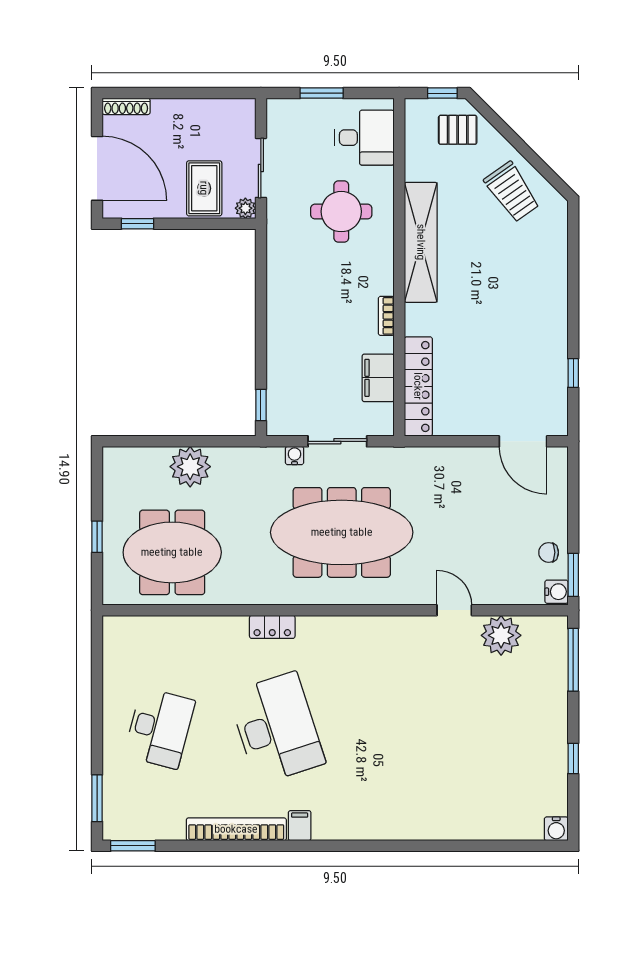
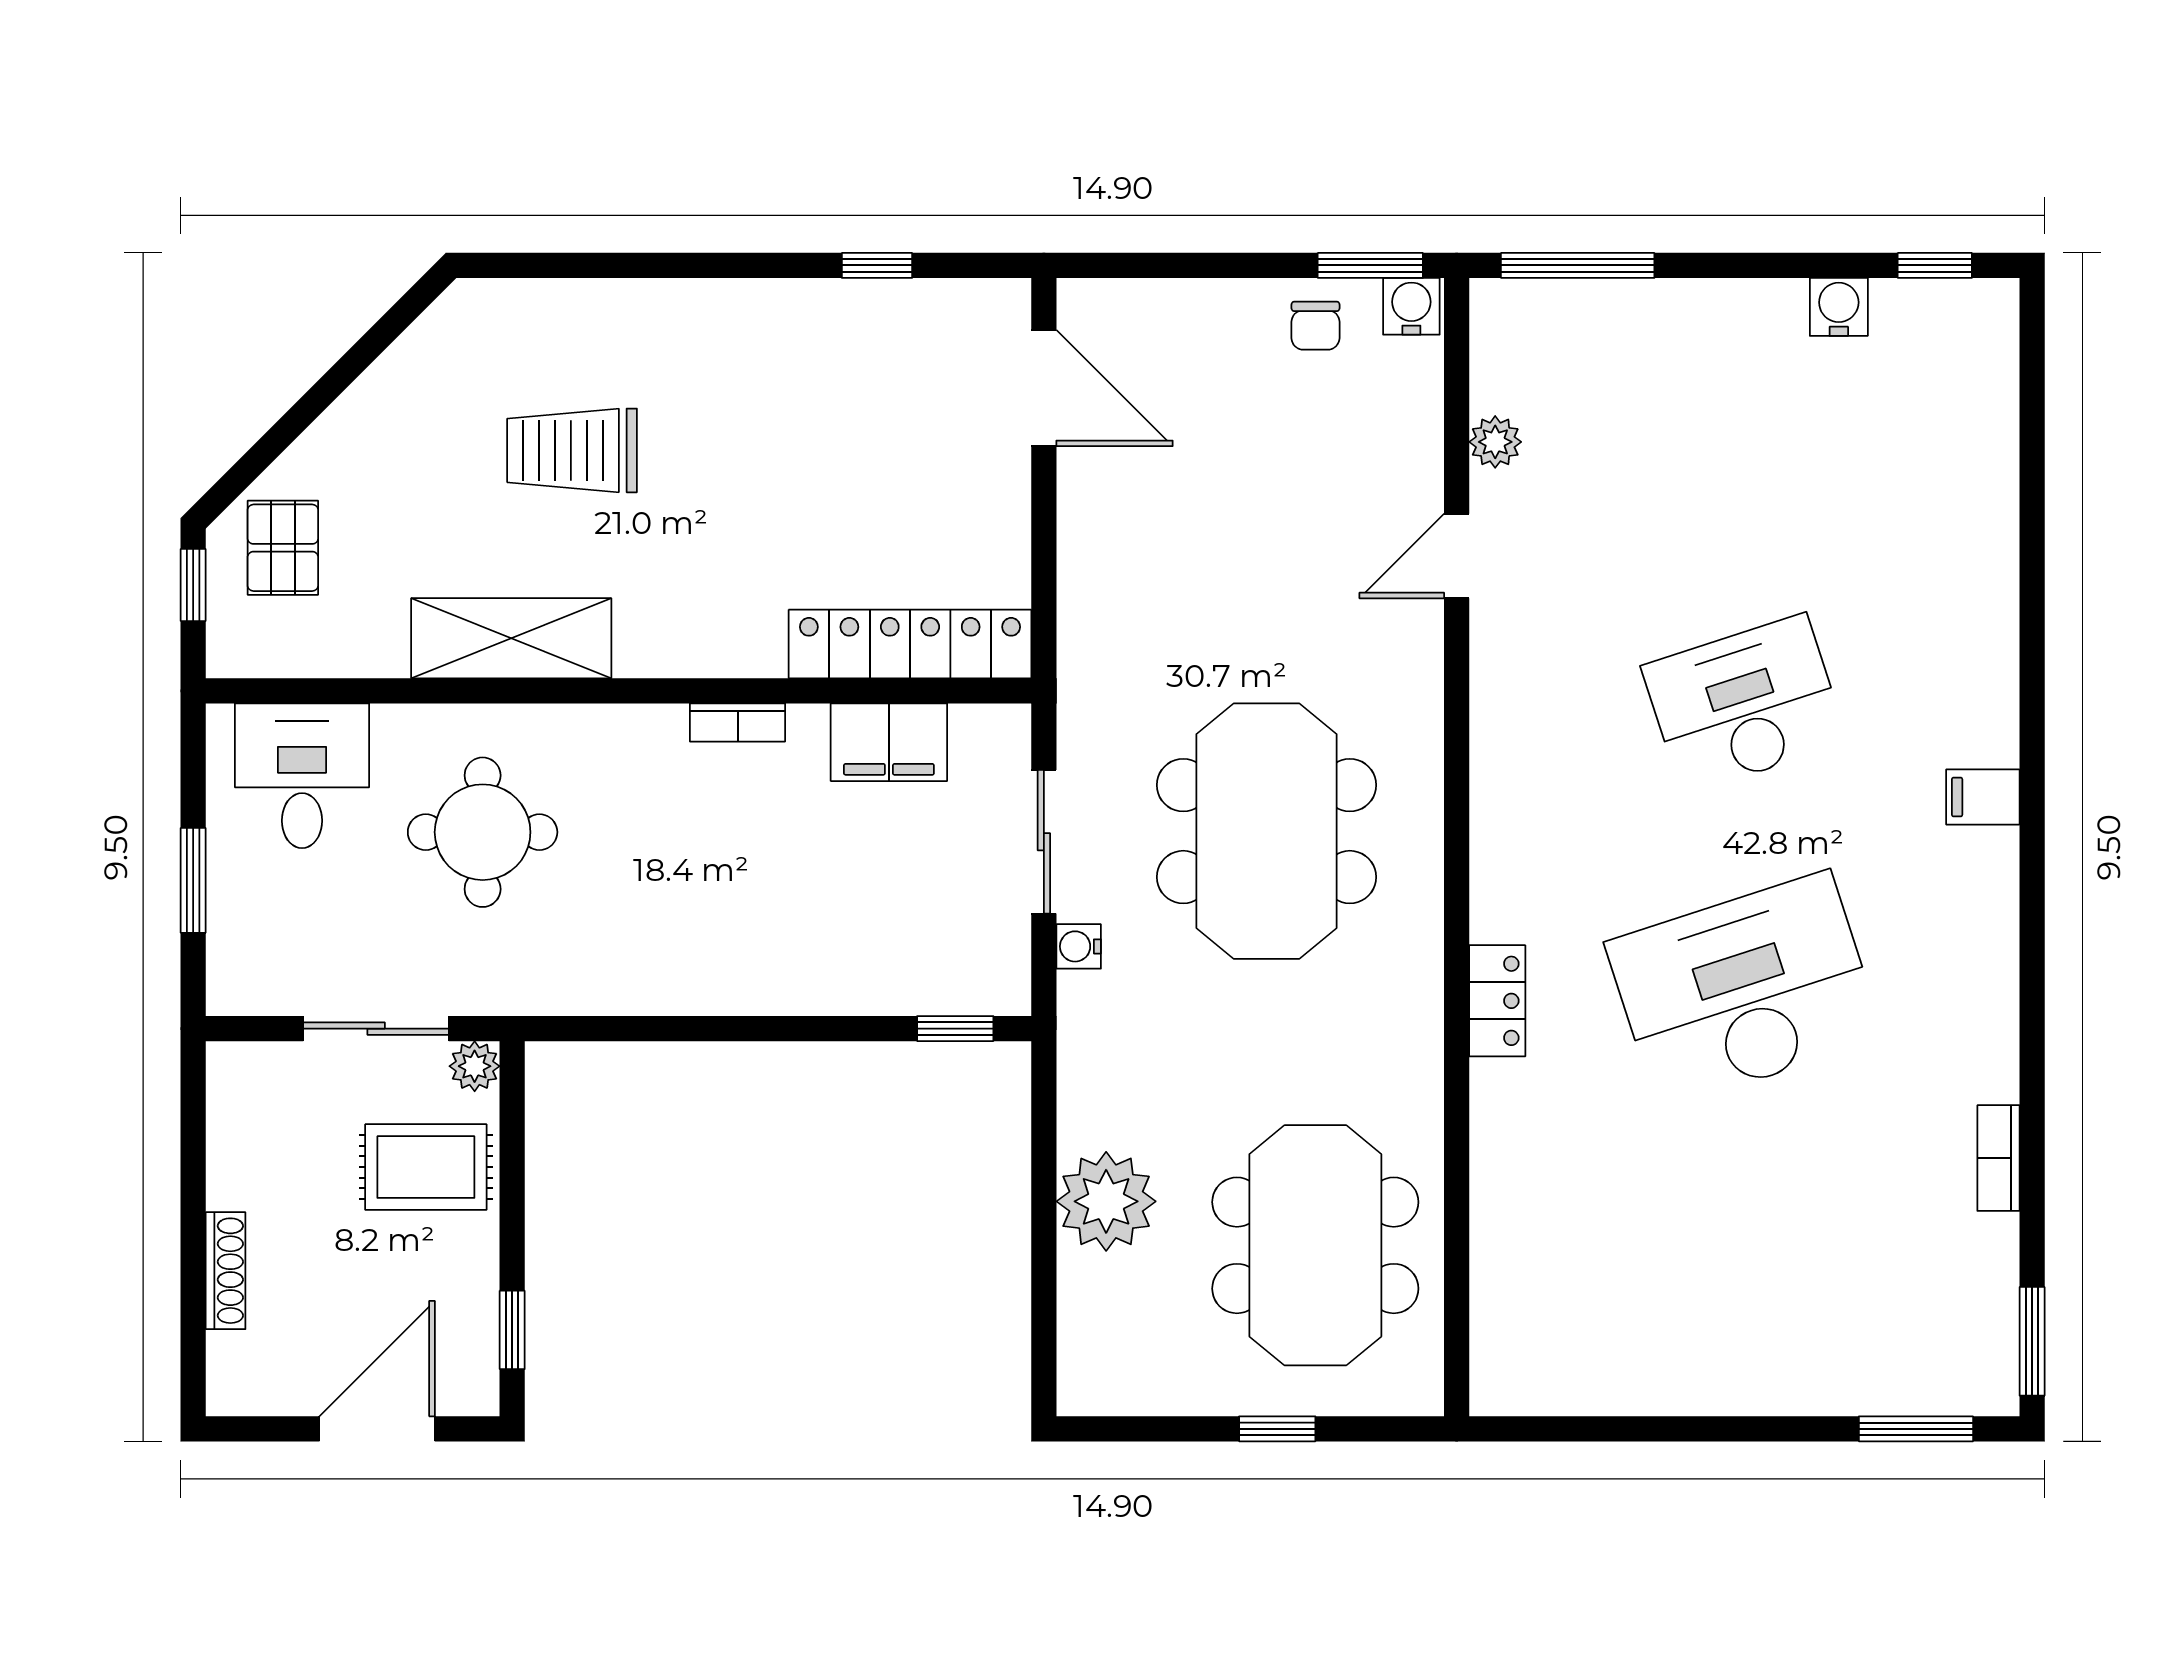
shoe rack: (126, 106) -> (226, 1271), moved
door: (97, 168) -> (377, 1429), width x0.73
trolley: (512, 192) -> (572, 450), moved, turned -145
shelving: (421, 242) -> (511, 638), width x0.68
door: (523, 441) -> (1044, 388), hinge flipped
meeting table: (342, 532) -> (1267, 831), width x0.73
plant: (501, 635) -> (1495, 442), width x0.53, depth x0.53
desk: (160, 728) -> (1744, 704), moved, turned -33
window: (573, 759) -> (1935, 265), moved
filing cabinet: (300, 826) -> (1983, 797), moved
bookcase: (236, 829) -> (1998, 1158), width x0.43, depth x0.76
water cooler: (556, 829) -> (1839, 307), moved, turned -90

